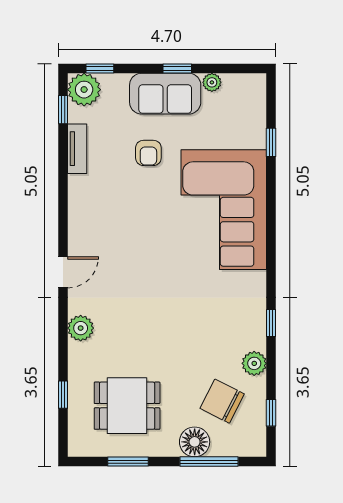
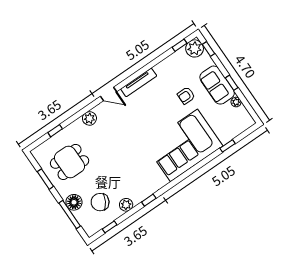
tv unit: (77, 149) -> (139, 82), moved, width x1.41
chair: (222, 401) -> (100, 202), turned -87
dining table: (127, 406) -> (70, 162), turned 90

